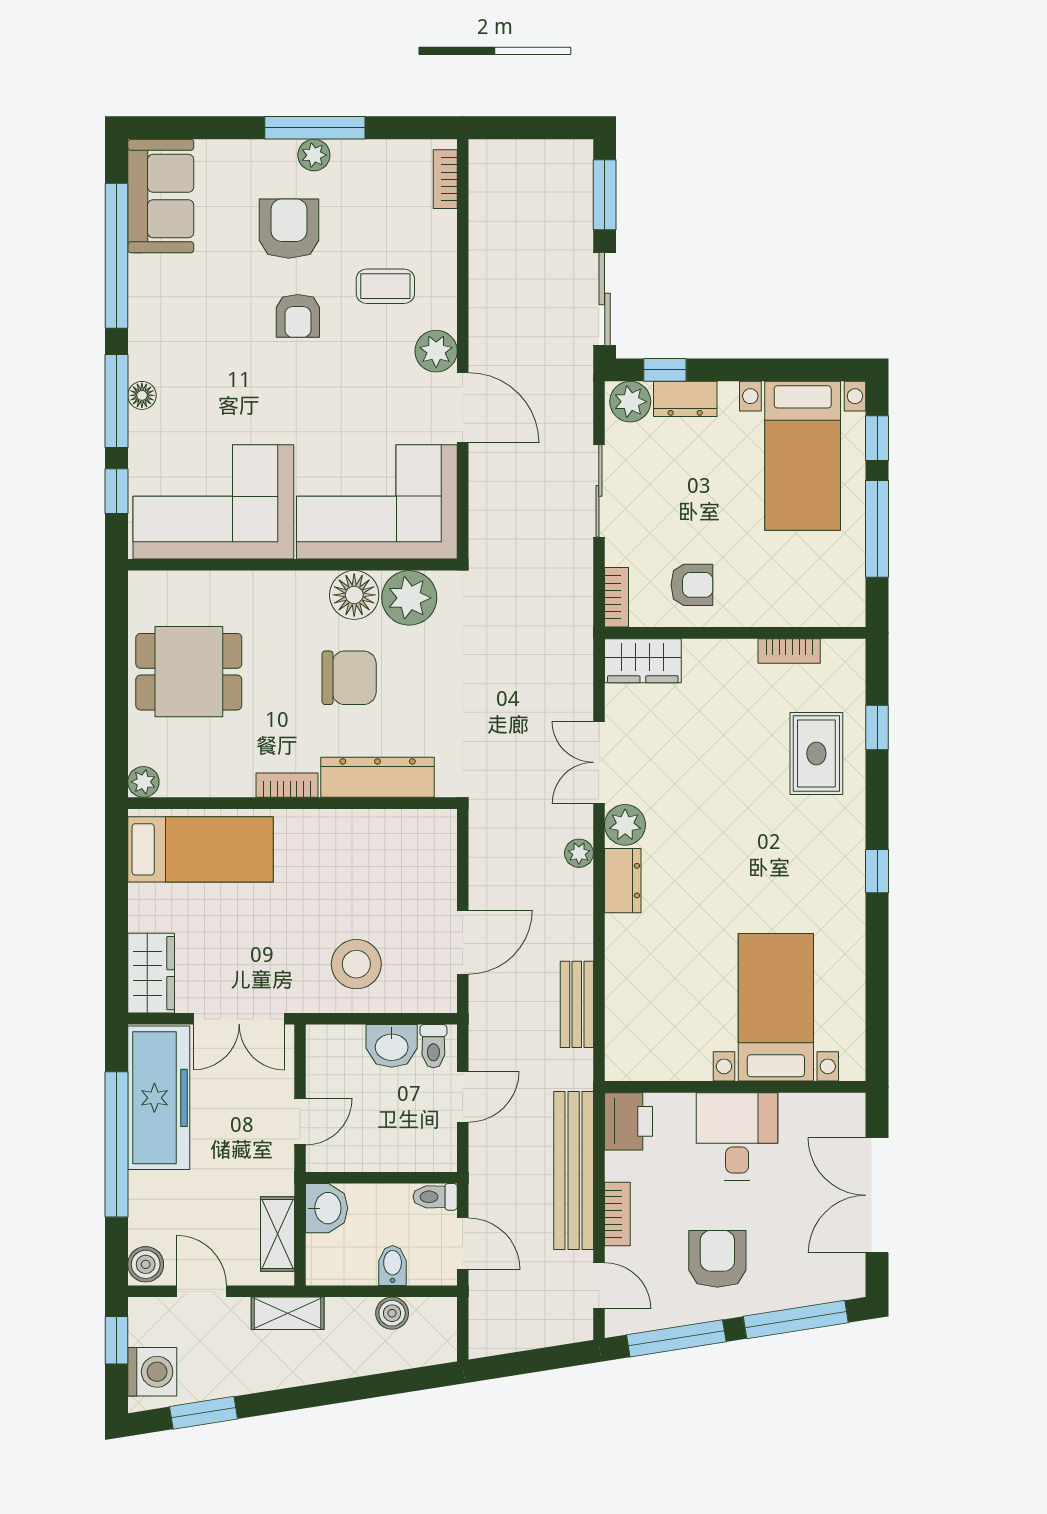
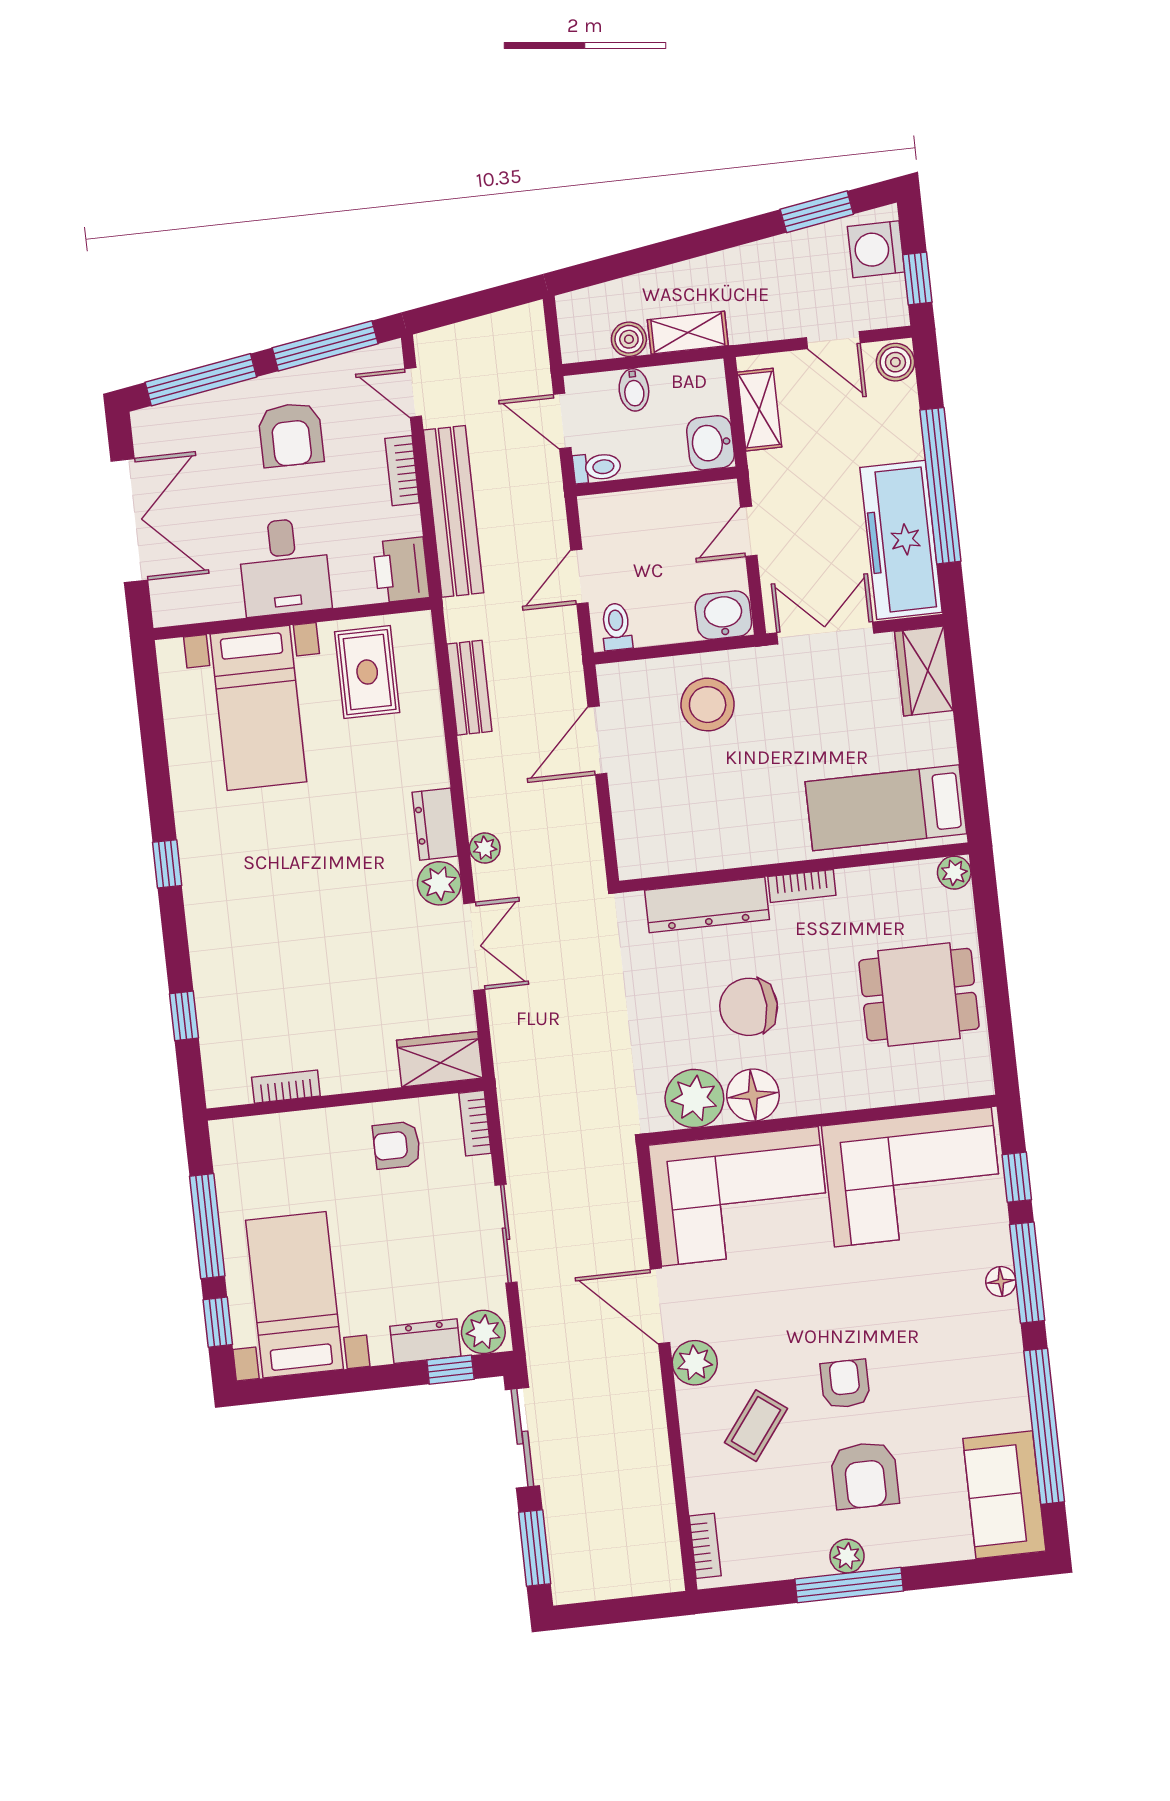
coffee table: (385, 286) -> (756, 1426), turned -53
rug: (816, 753) -> (367, 672), moved
washbasin: (392, 1046) -> (723, 615), moved
shelving: (288, 1313) -> (688, 333), moved

